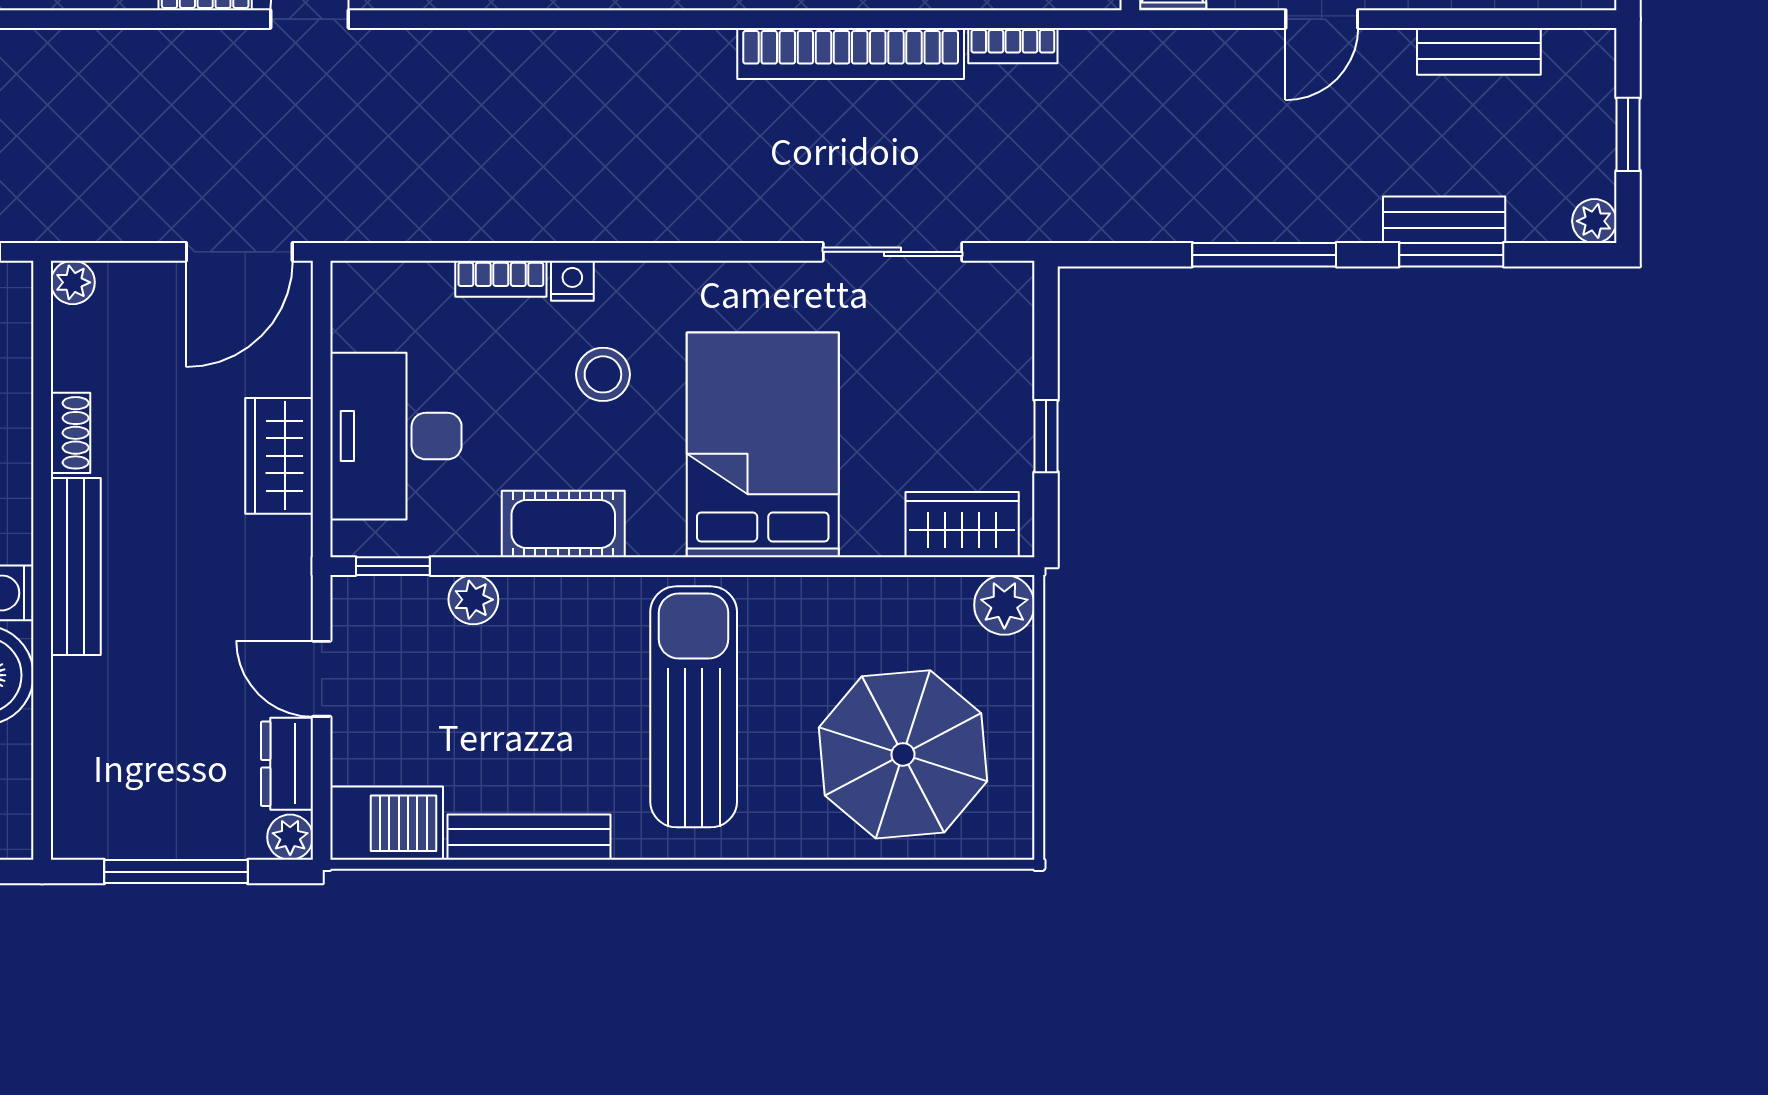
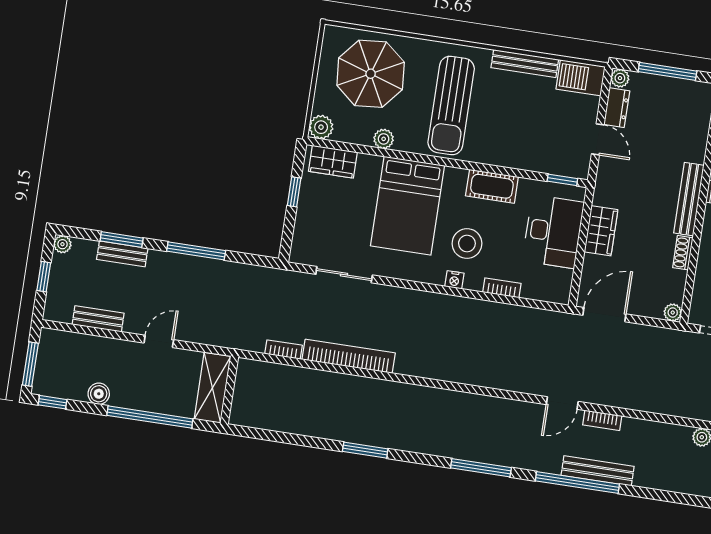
nightstand: (572, 281) -> (454, 280), moved
stool: (603, 374) -> (467, 243), width x1.38, depth x1.38
plant: (473, 600) -> (384, 139), moved

